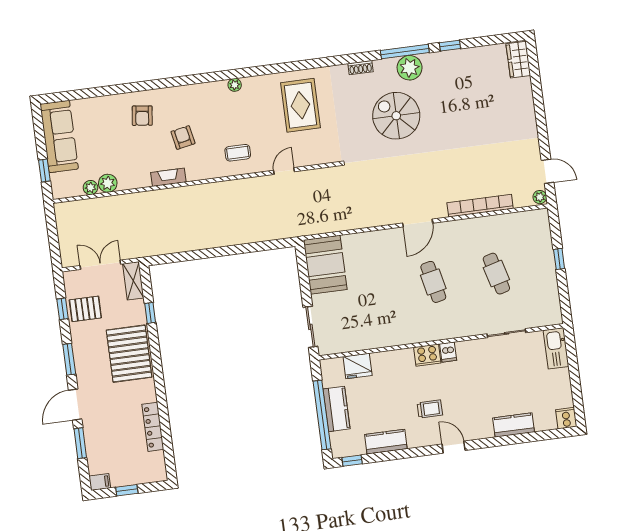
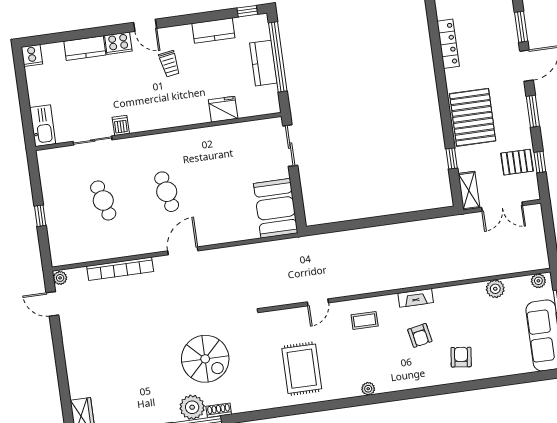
shoe rack: (360, 68) -> (219, 410), moved
fireplace: (168, 177) -> (416, 298), moved
plant: (90, 188) -> (538, 281), moved
dishwasher: (448, 352) -> (121, 125), moved
cooker: (427, 355) -> (118, 43), moved, turned 180
fridge: (358, 366) -> (223, 109), moved
trolley: (430, 409) -> (169, 64), turned -99

